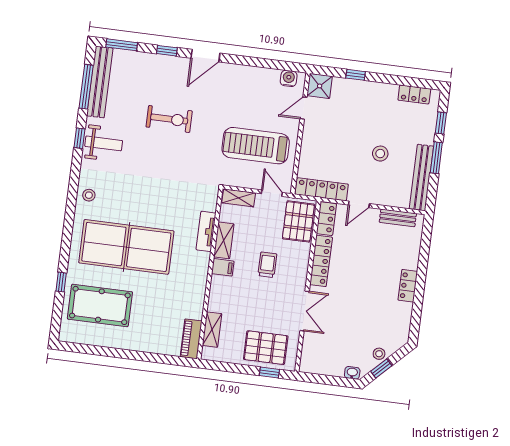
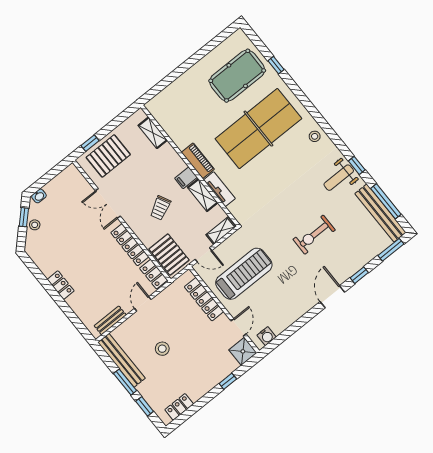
locker: (322, 189) -> (204, 299), moved, turned 90
trolley: (267, 265) -> (160, 208), turned 63
piano: (191, 339) -> (198, 161), moved

